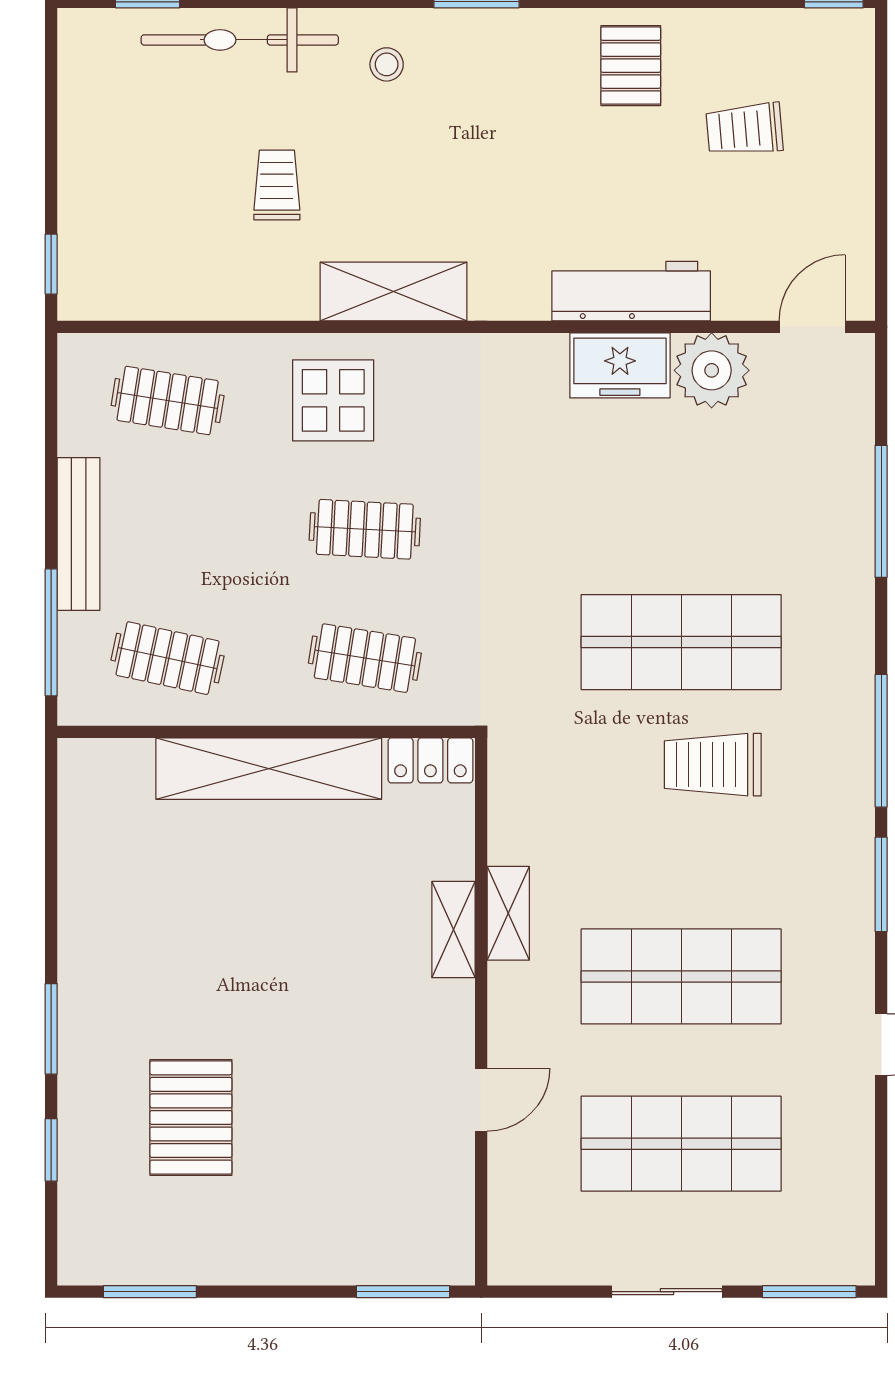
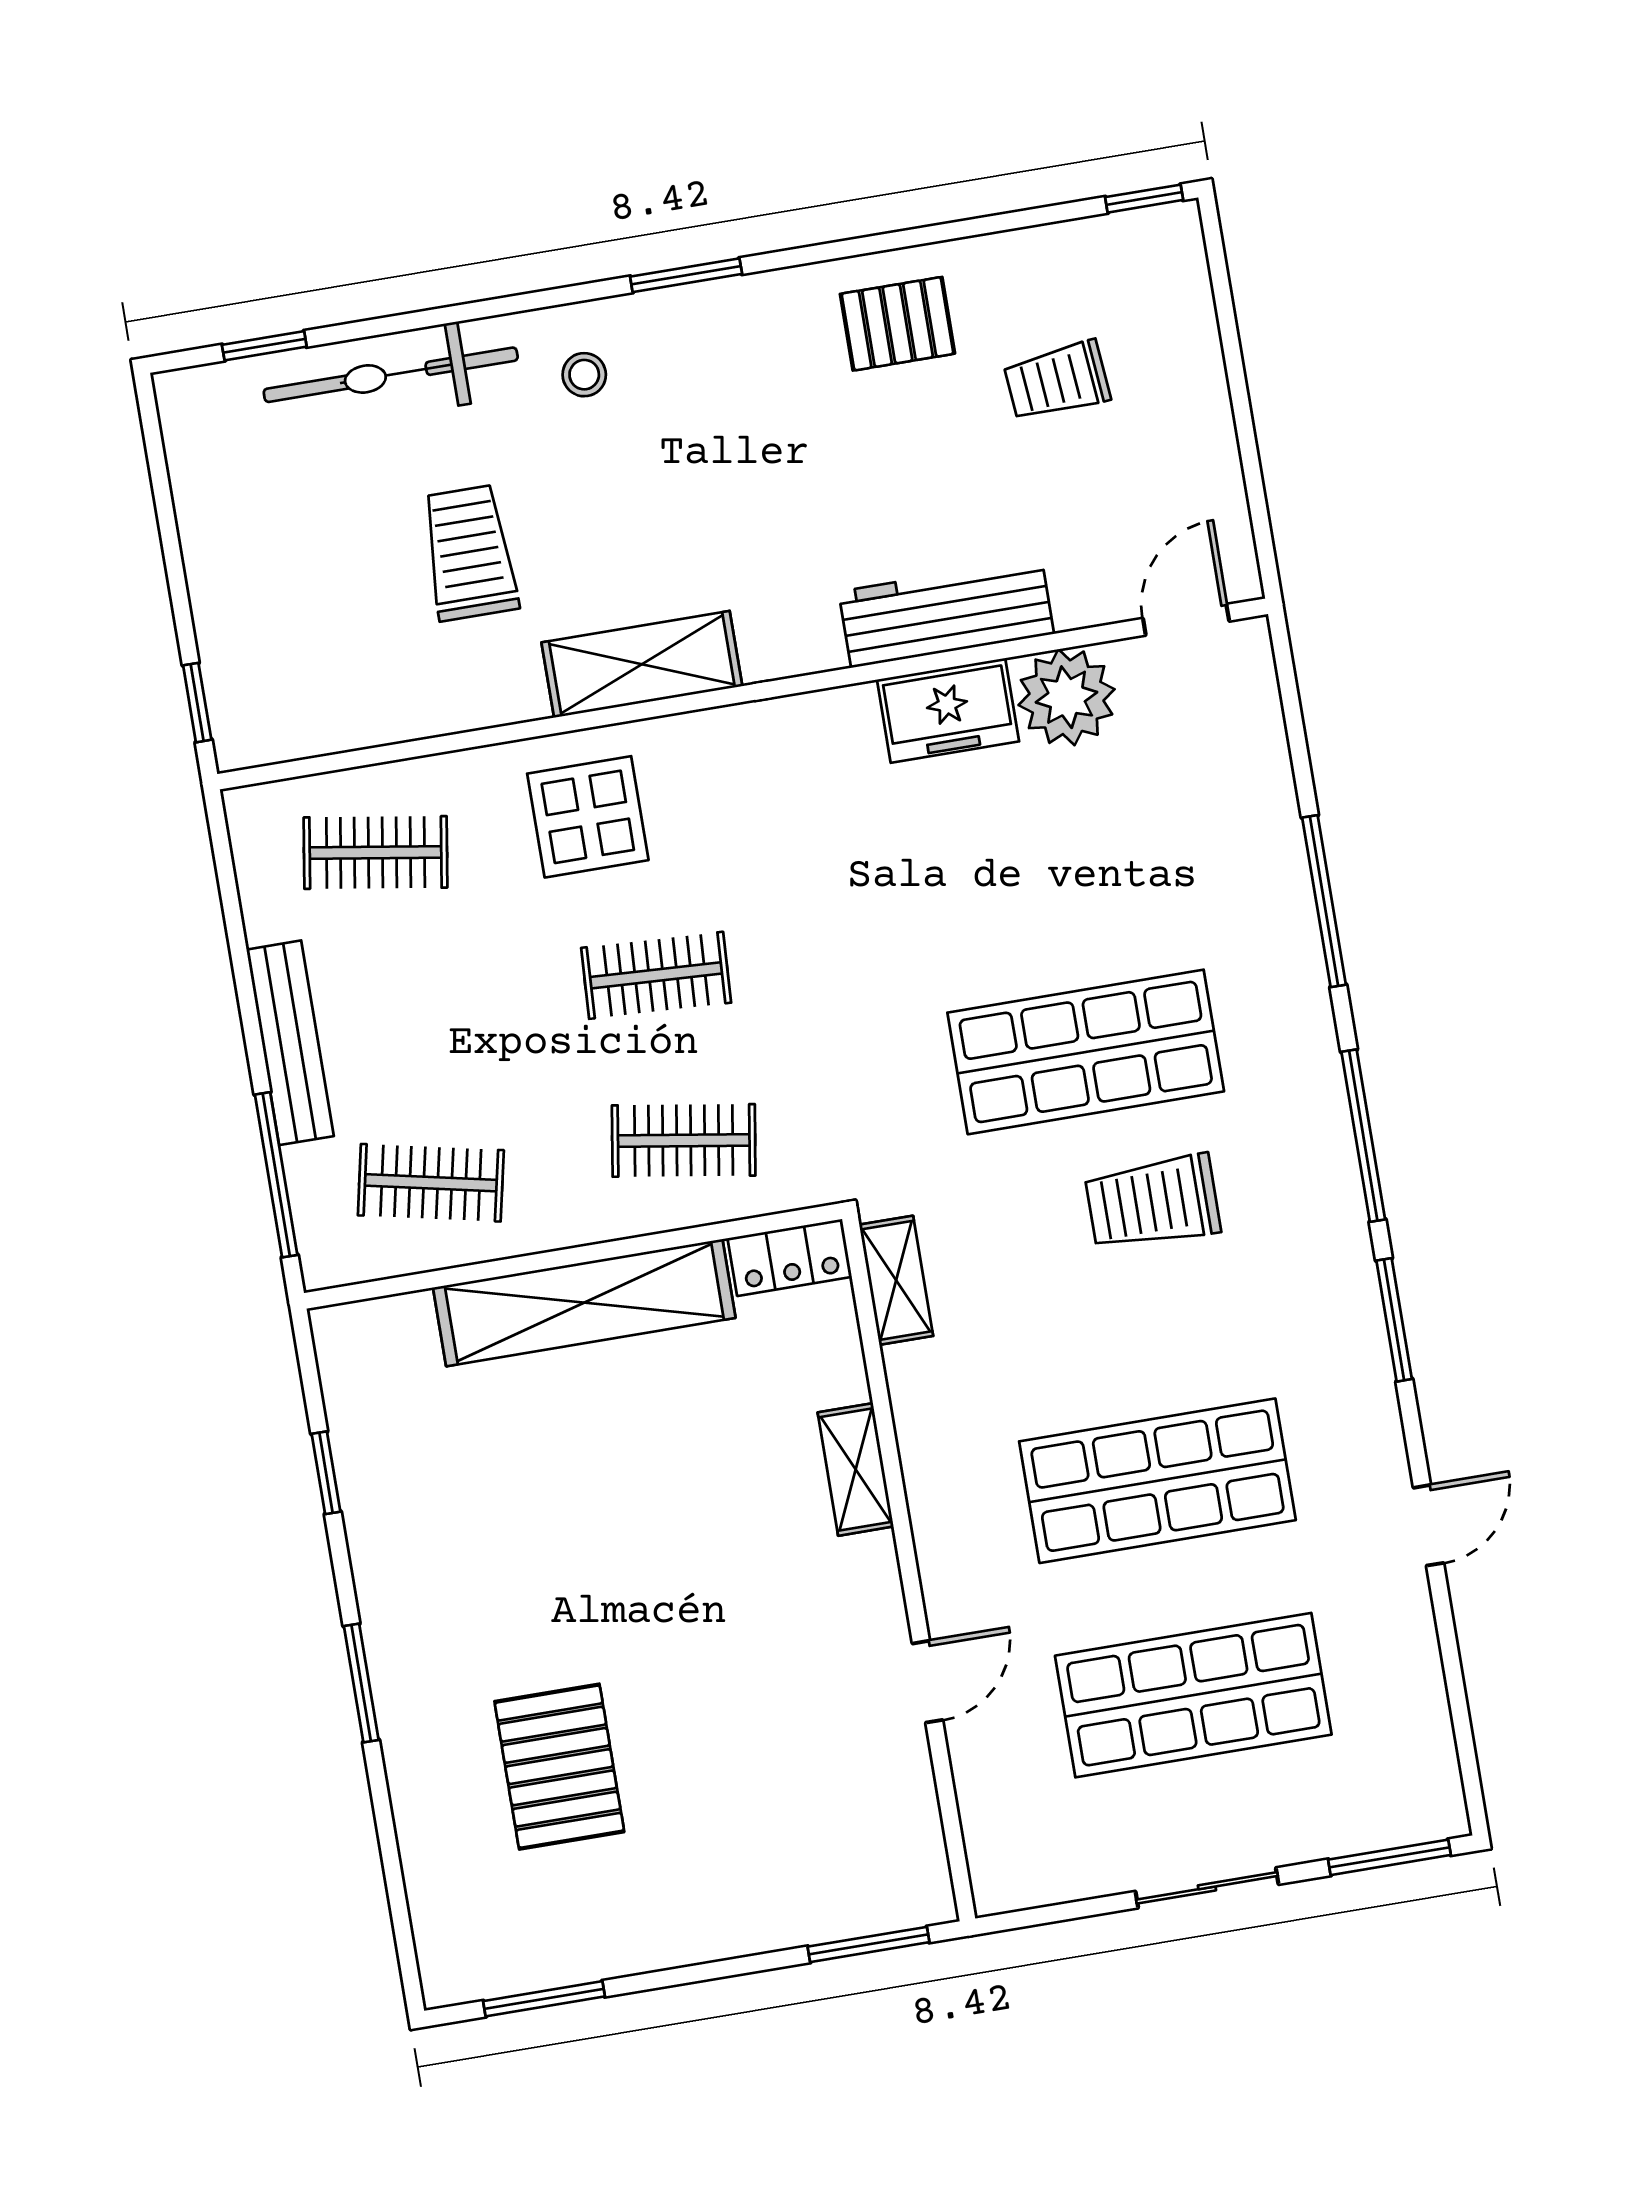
pallet: (631, 66) -> (897, 324), turned 90
trolley: (277, 185) -> (469, 553), width x1.36, depth x1.39
window: (881, 511) -> (1324, 901), moved
shelving: (508, 913) -> (896, 1280), moved
window: (51, 1150) -> (326, 1473), moved

